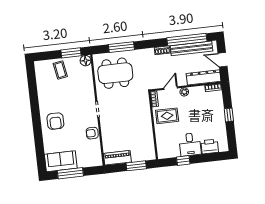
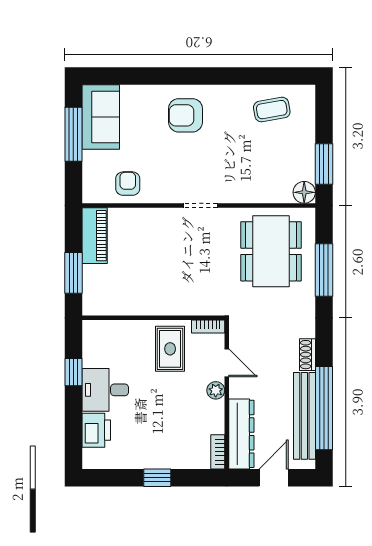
coffee table: (60, 70) -> (272, 110), moved
armchair: (92, 133) -> (128, 184), moved

